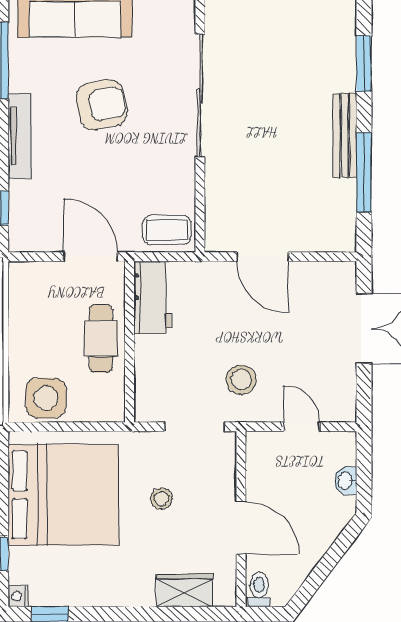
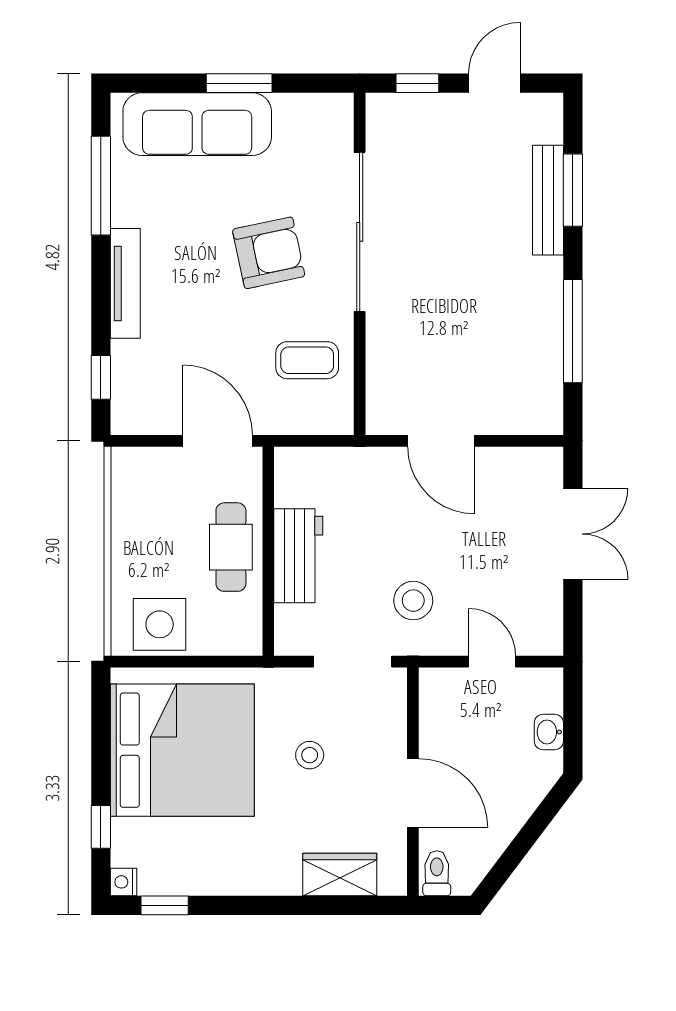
armchair: (102, 105) -> (269, 253), moved
bench: (345, 136) -> (548, 200), moved
coffee table: (167, 230) -> (307, 360), moved
workbench: (153, 297) -> (298, 556), moved

